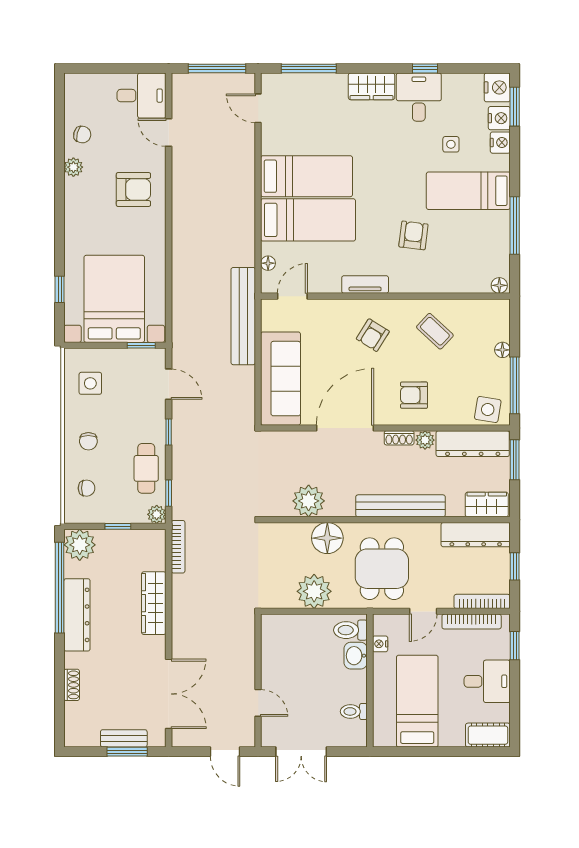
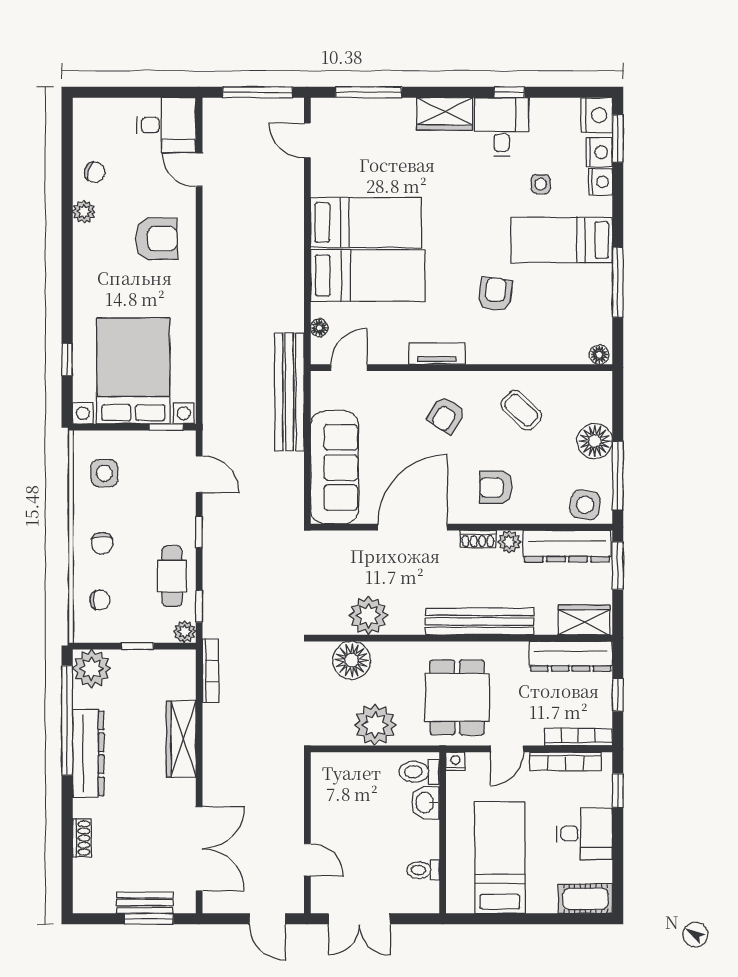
floor lamp: (502, 350) -> (595, 441), width x1.89, depth x1.89
floor lamp: (327, 538) -> (352, 660), moved
nightstand: (380, 644) -> (455, 761), moved, turned 90

